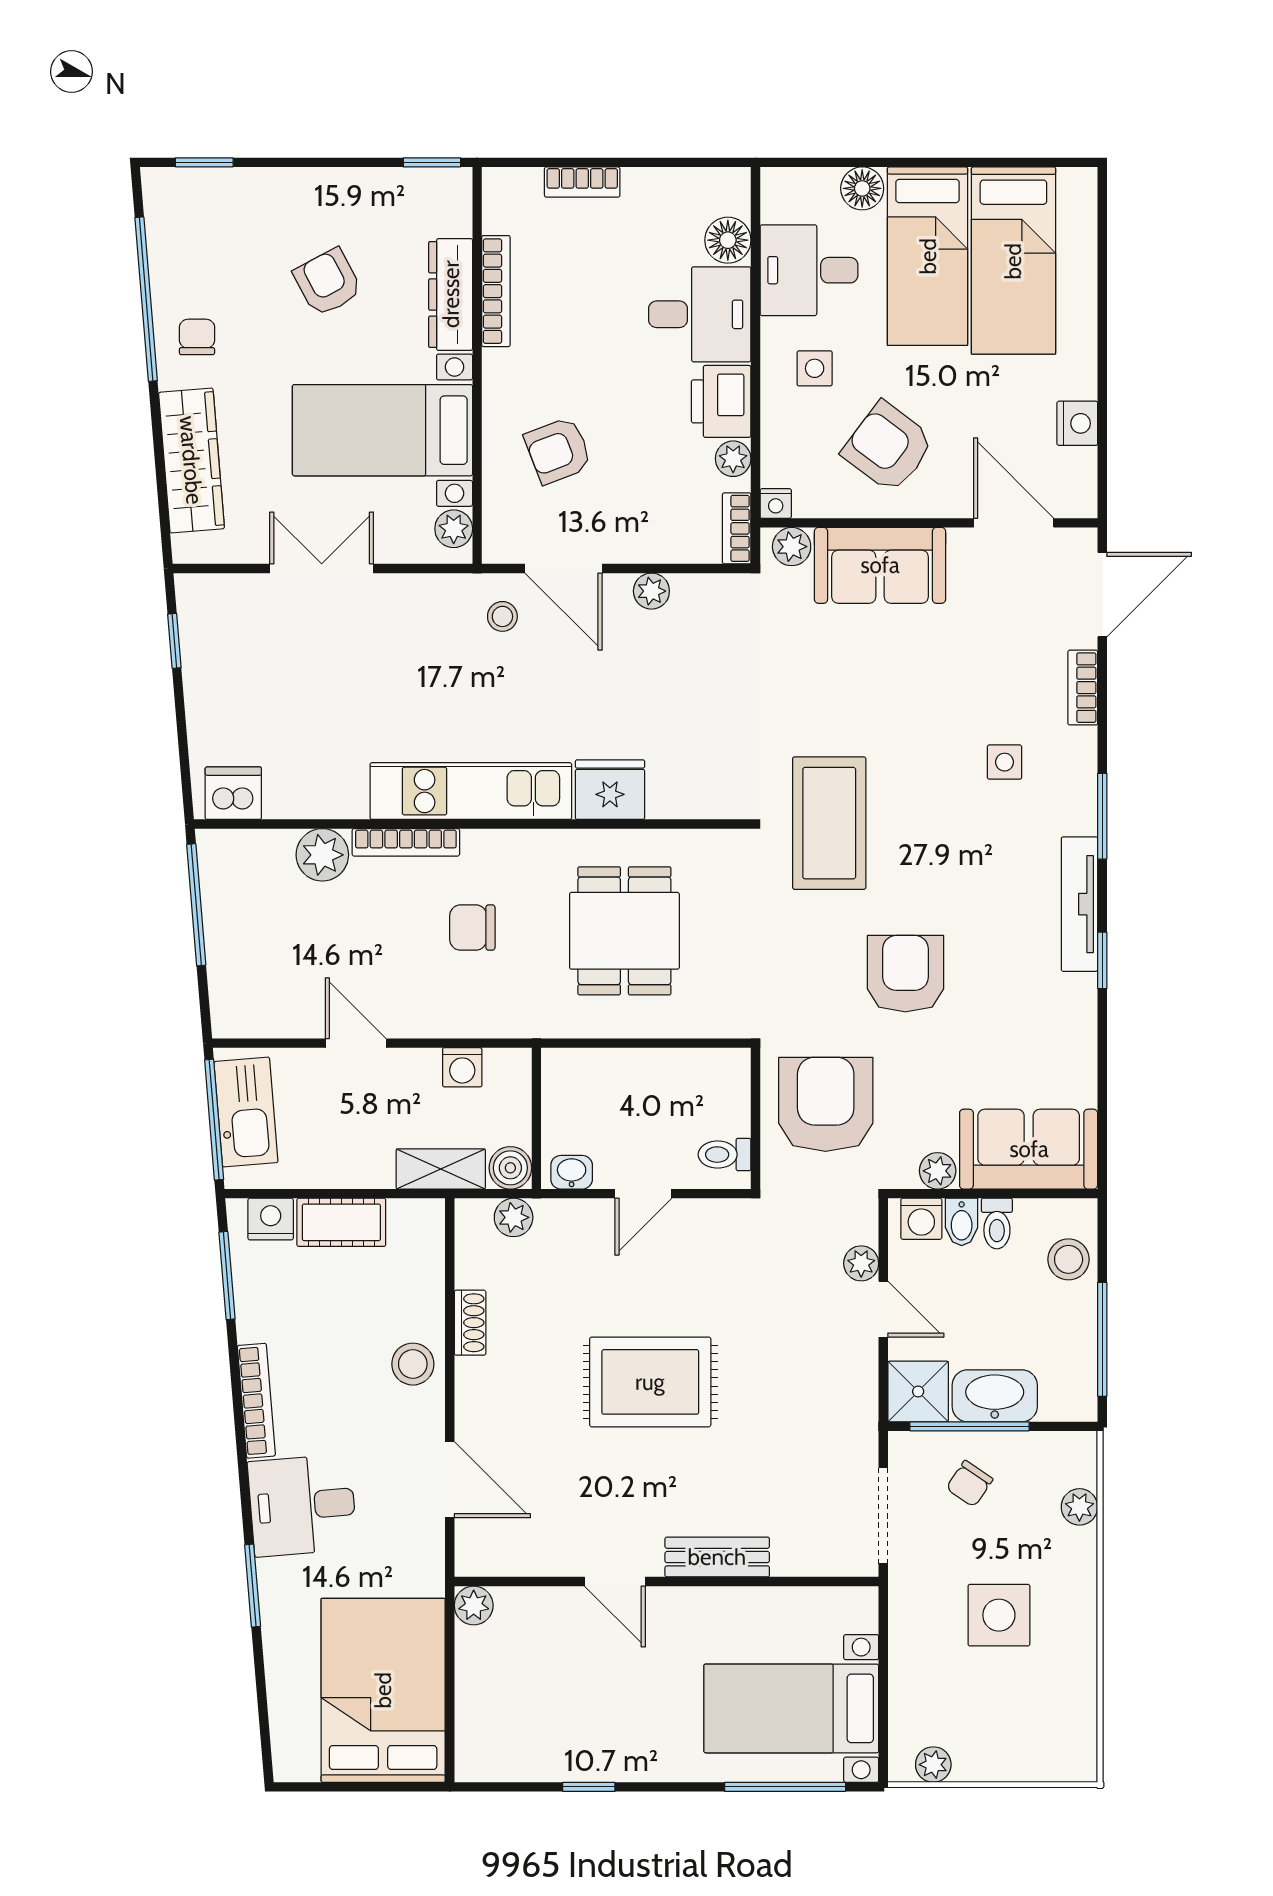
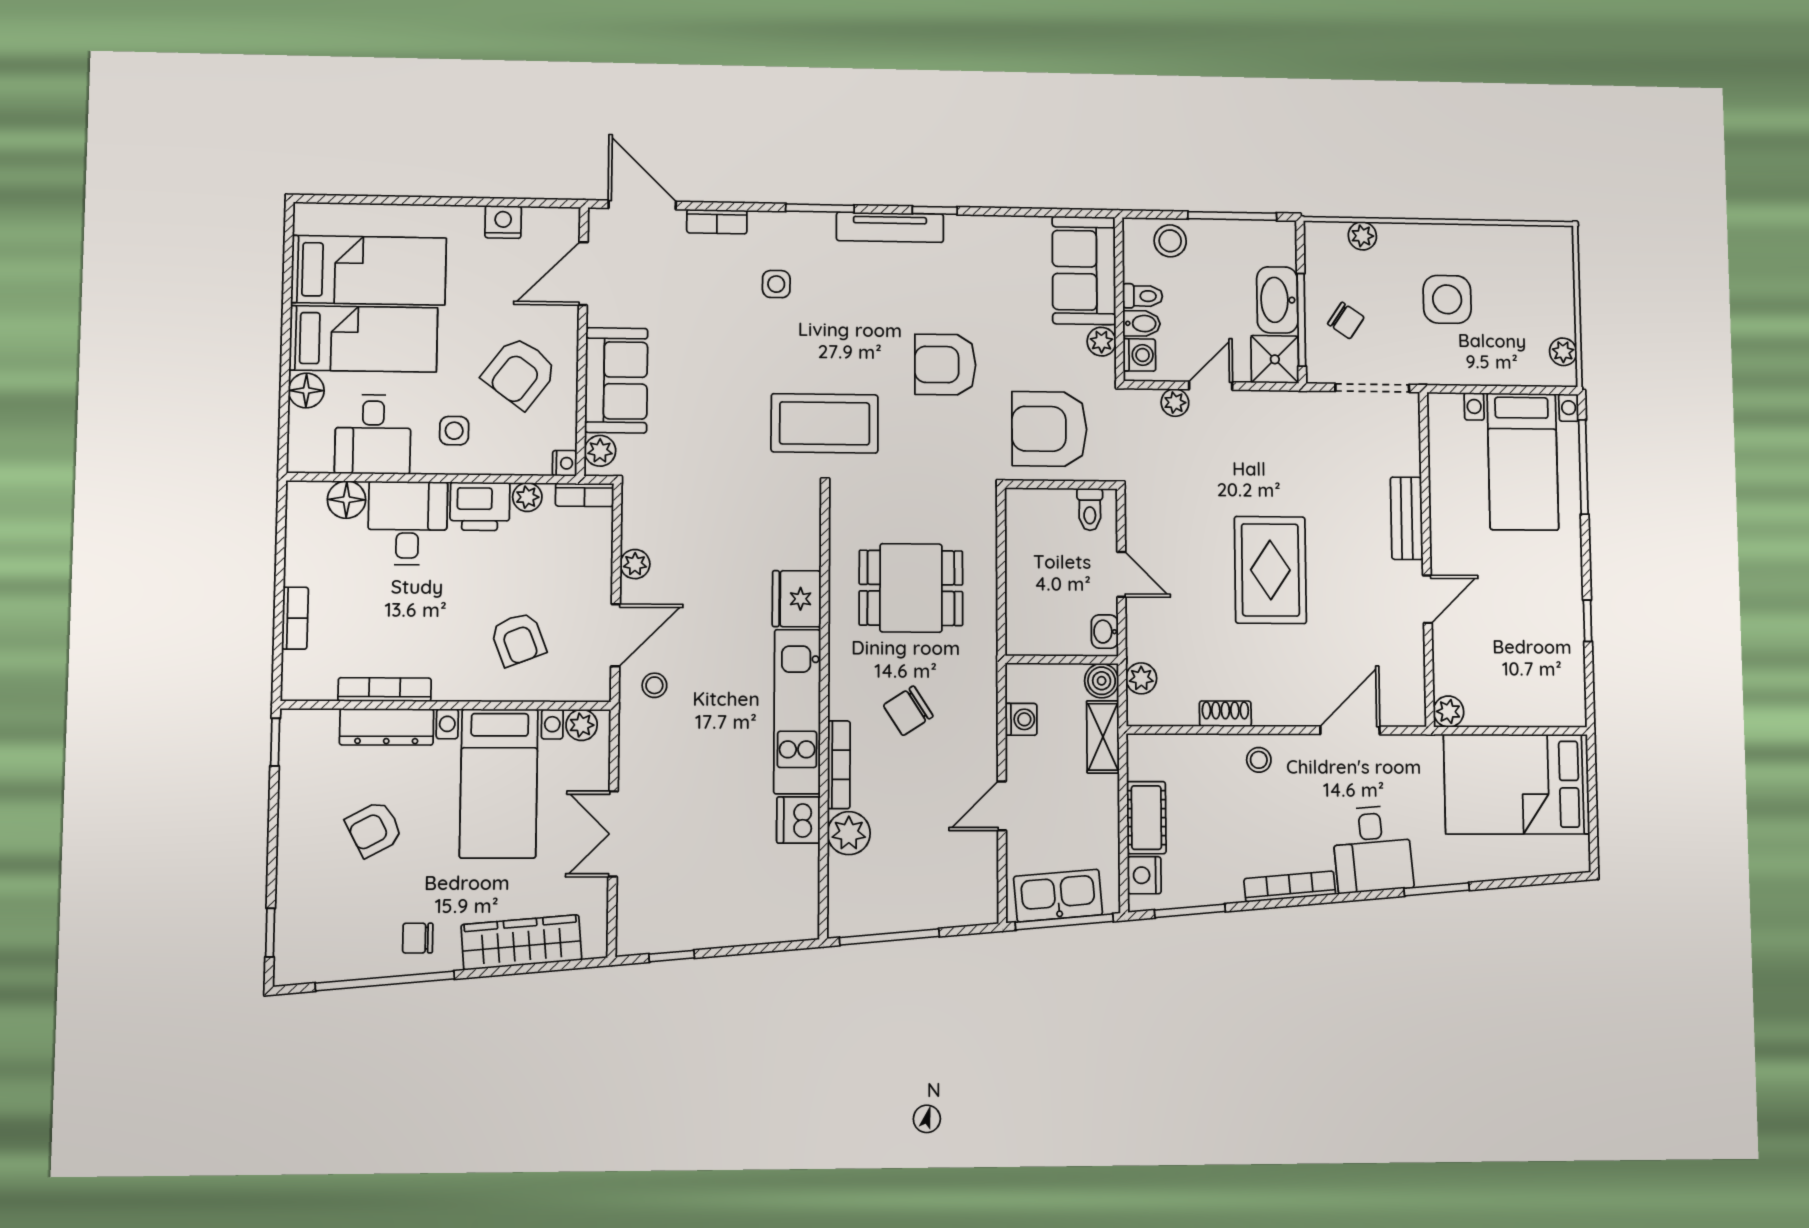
dishwasher: (233, 793) -> (798, 820), moved
chair: (472, 928) -> (908, 711), turned 57
stool: (413, 1364) -> (1259, 760), width x0.73, depth x0.73

